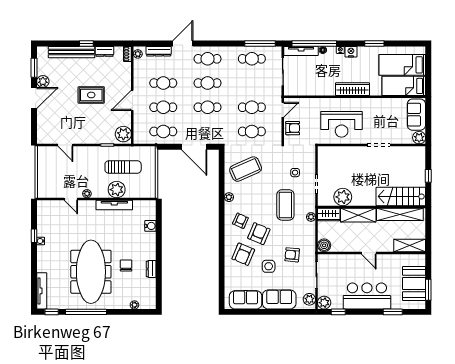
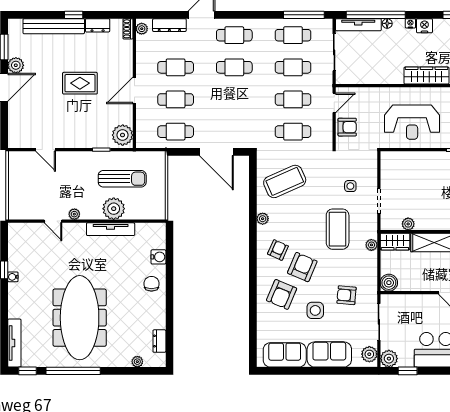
cafe table: (208, 107) -> (293, 67), moved
plant: (343, 197) -> (408, 224), width x0.53, depth x0.53
chair: (126, 266) -> (151, 284), moved
dresser: (151, 269) -> (159, 341), moved

